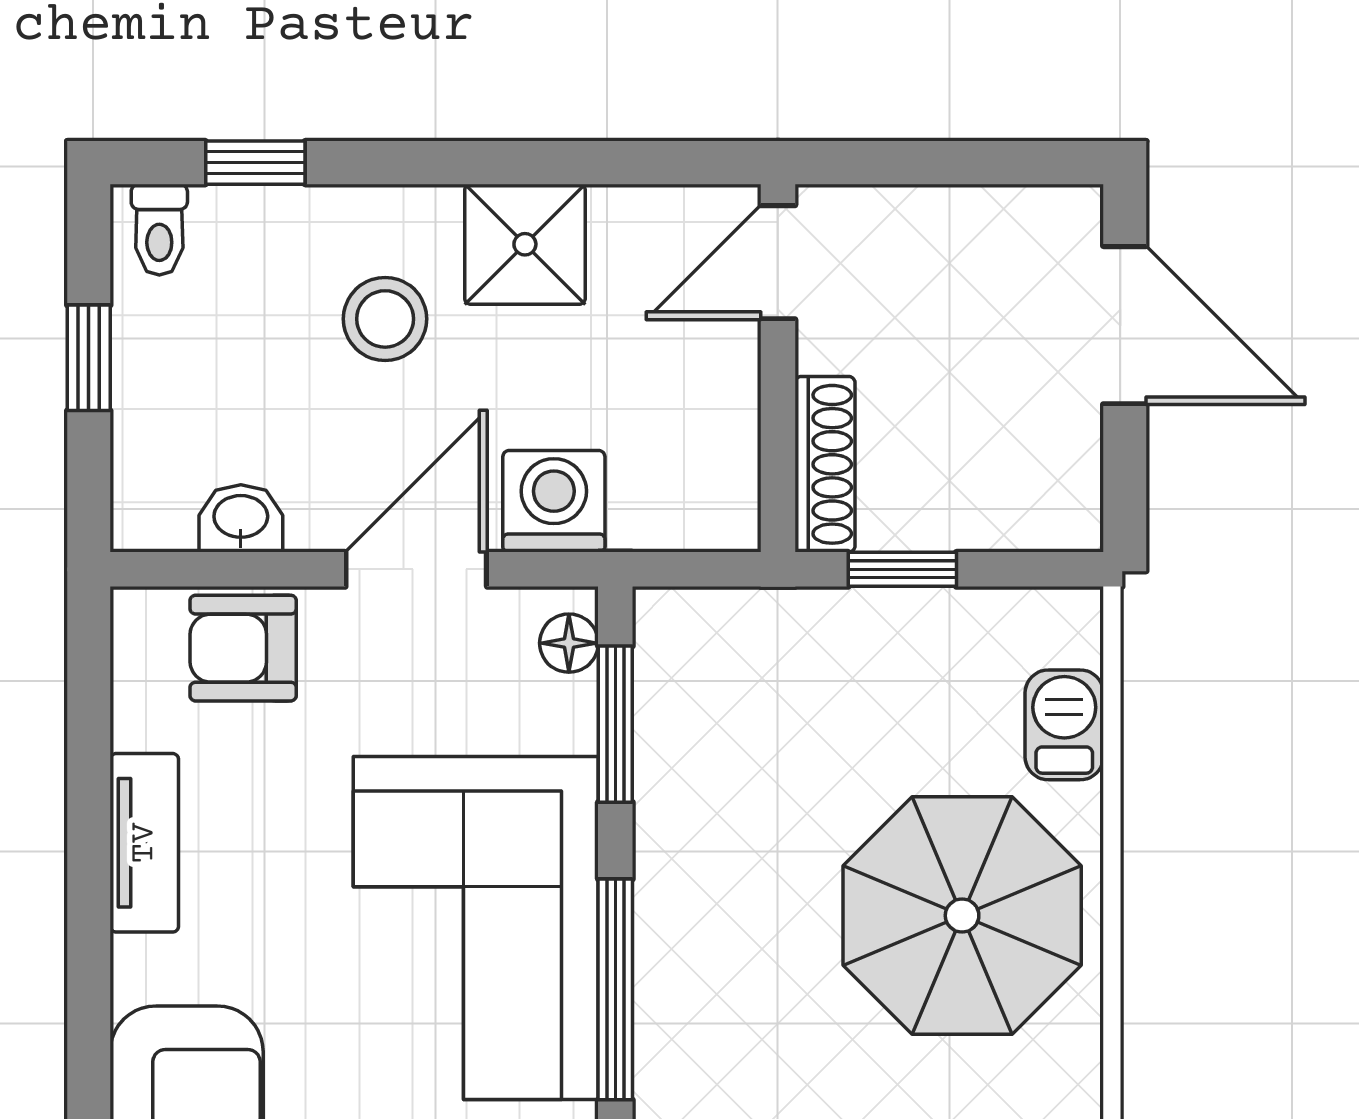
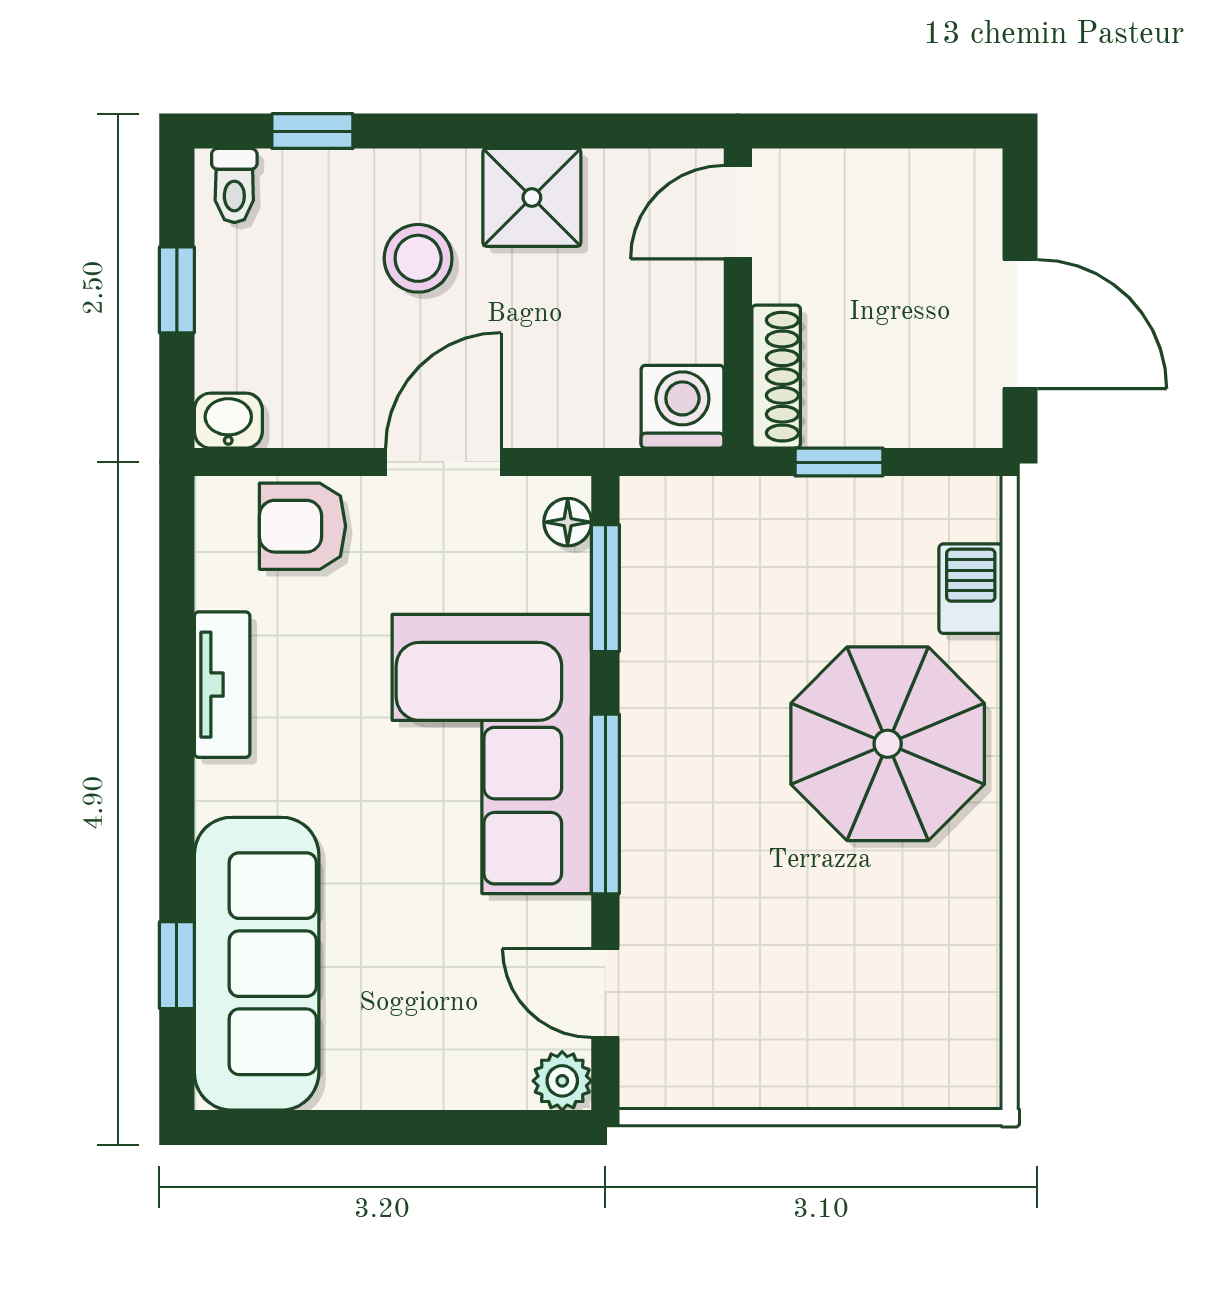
door: (1125, 325) -> (1020, 324), moved
washing machine: (554, 501) -> (682, 407), moved
washbasin: (241, 518) -> (228, 421), moved

